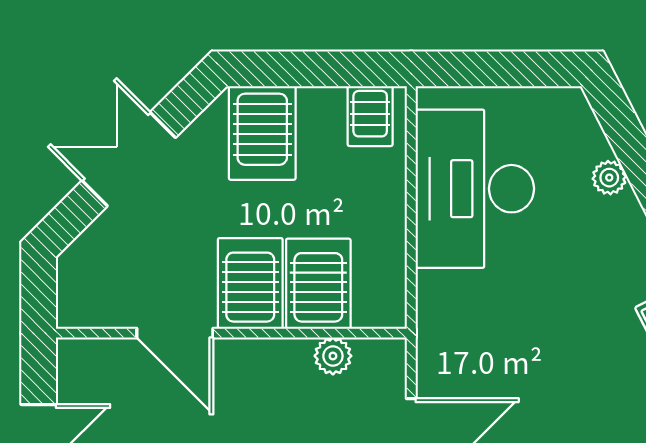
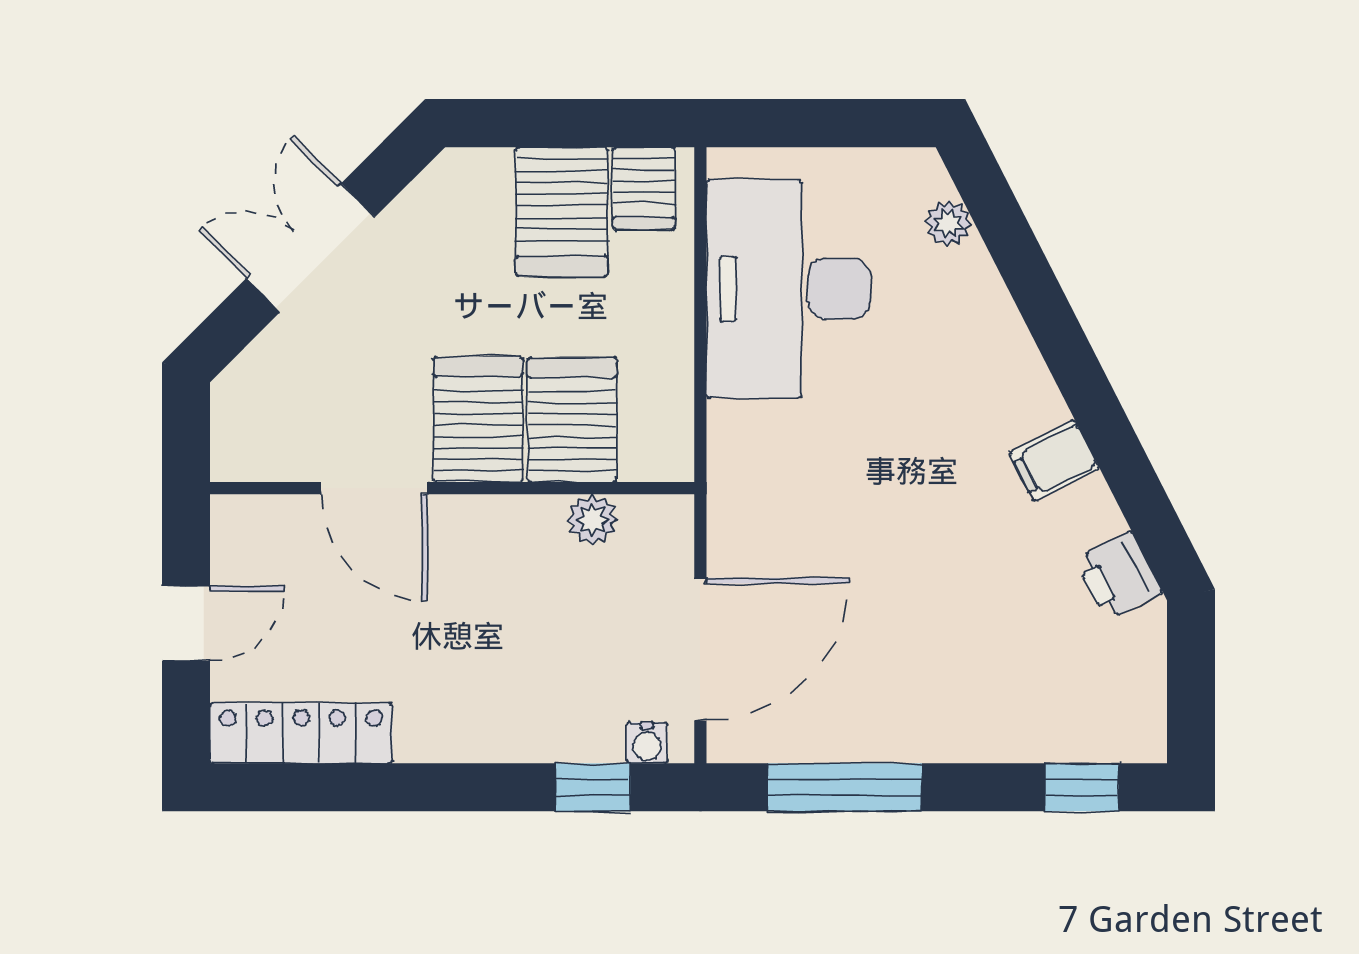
server rack: (262, 133) -> (562, 212), moved
plant: (609, 178) -> (948, 223), moved

